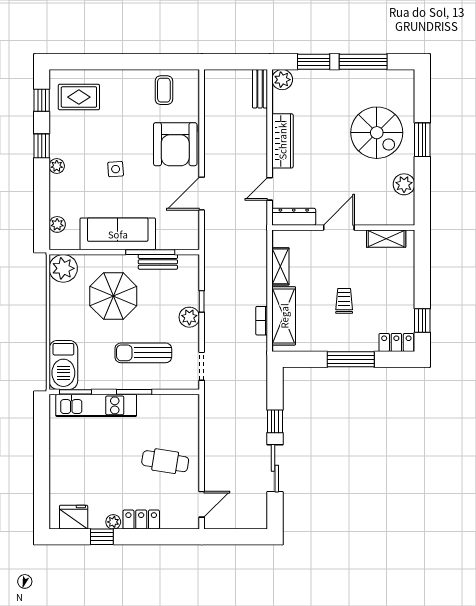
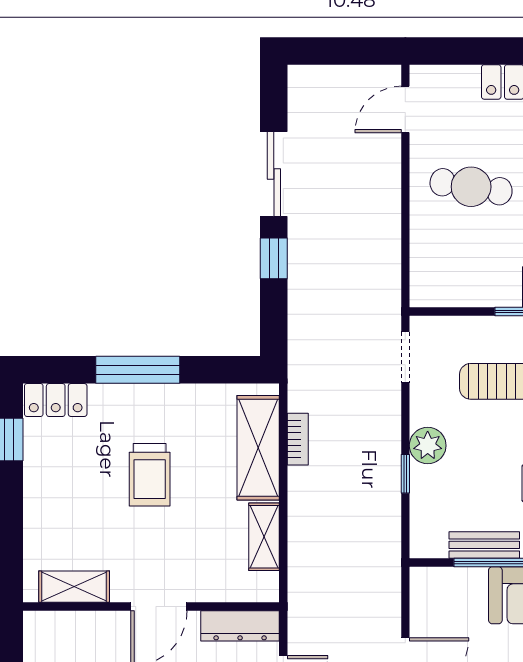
trolley: (344, 301) -> (150, 475), width x1.36, depth x1.39

